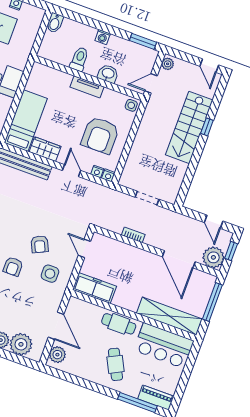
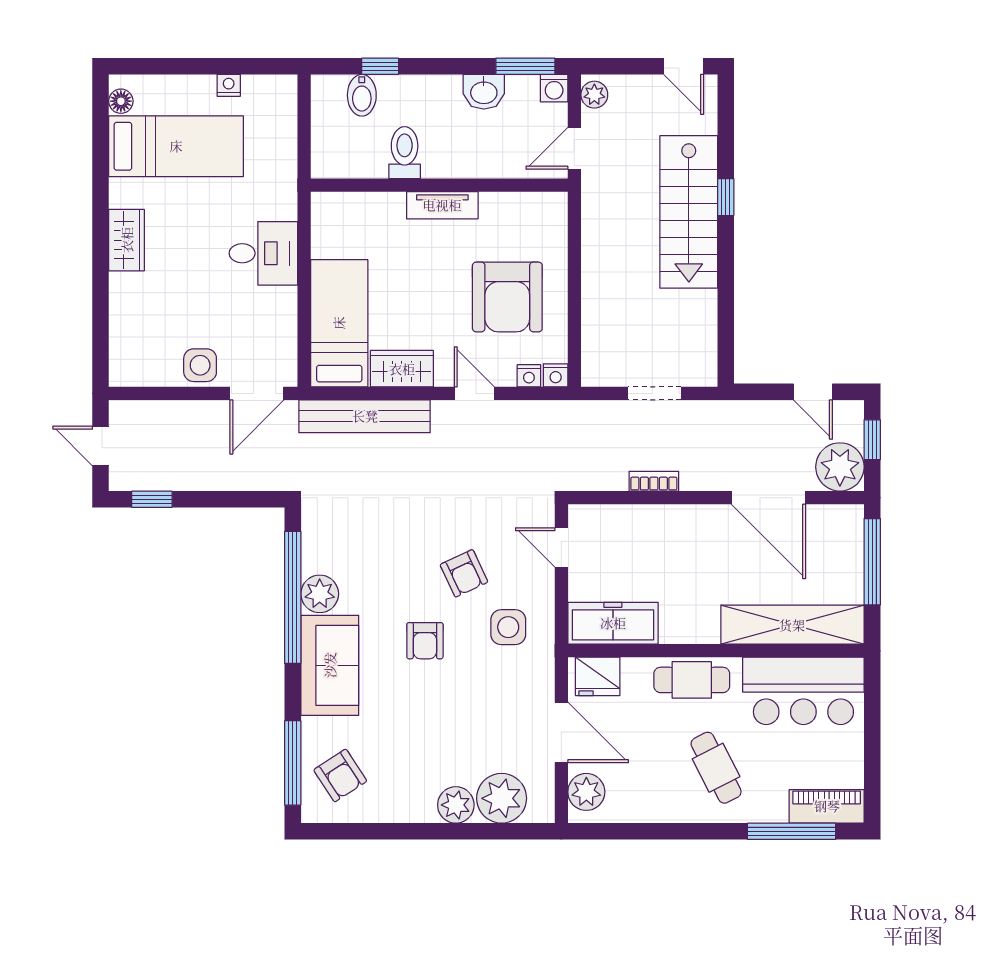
window: (82, 19) -> (380, 66), added
bidet: (55, 23) -> (362, 95), moved
washing machine: (103, 37) -> (554, 88), moved
washbasin: (108, 74) -> (484, 92), moved, turned 180
side table: (131, 105) -> (550, 210), removed
fridge: (80, 308) -> (598, 676), added

